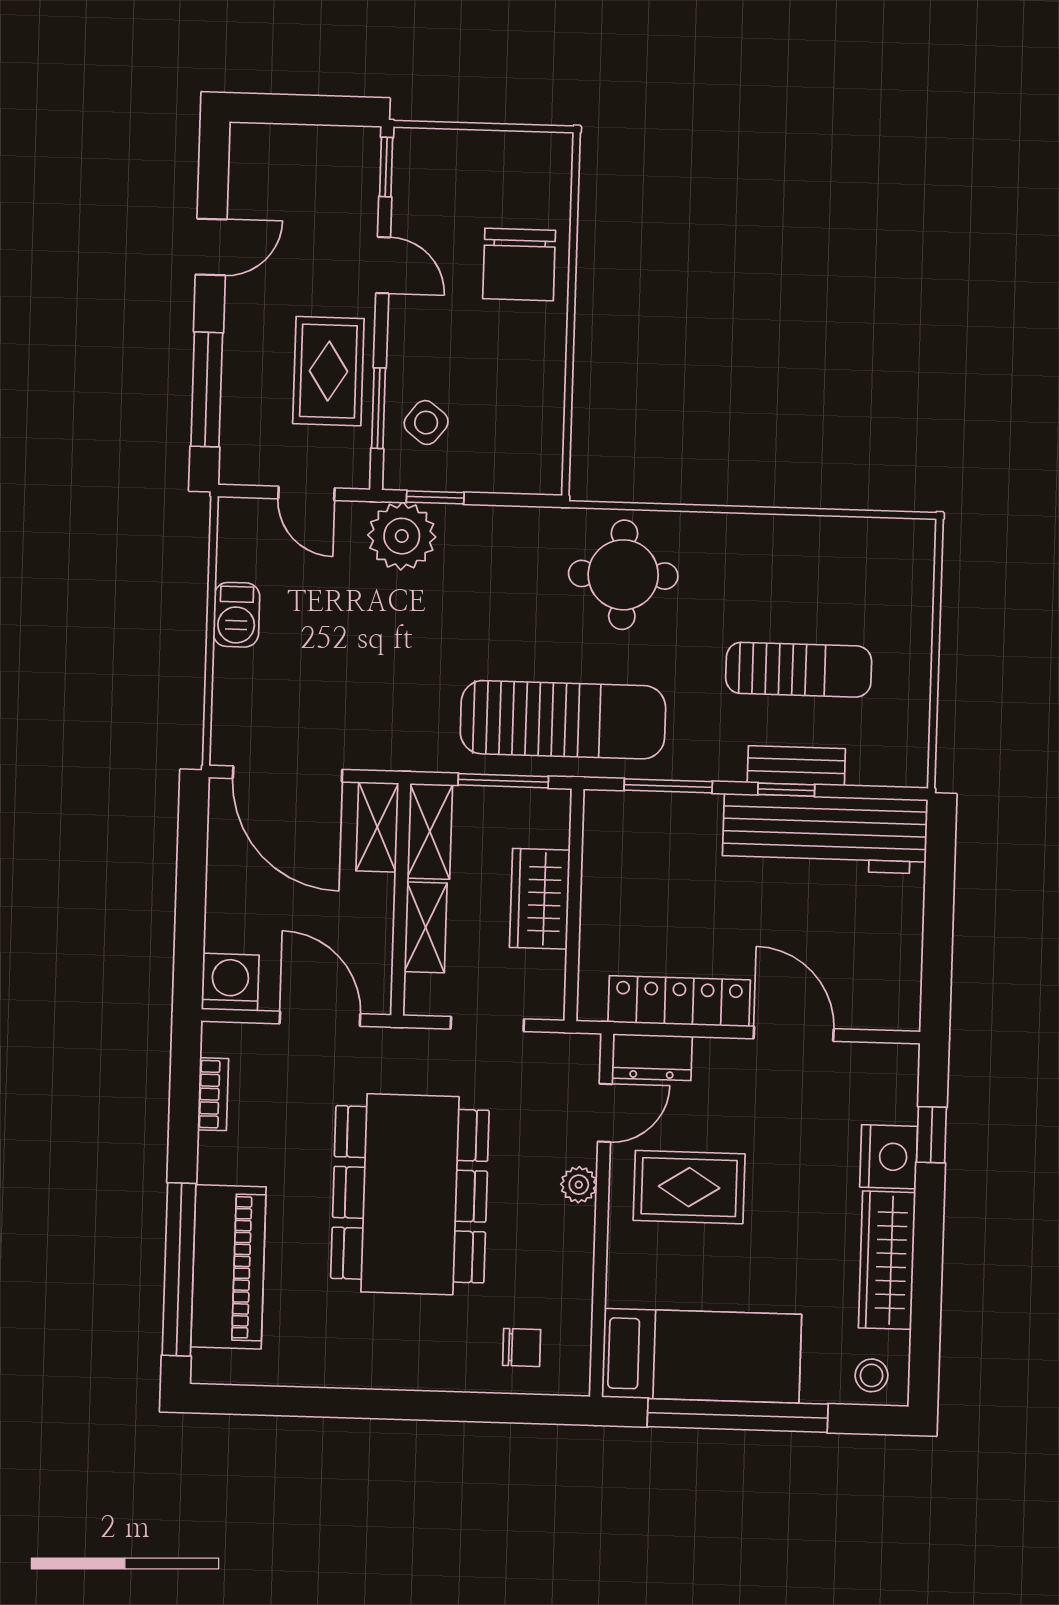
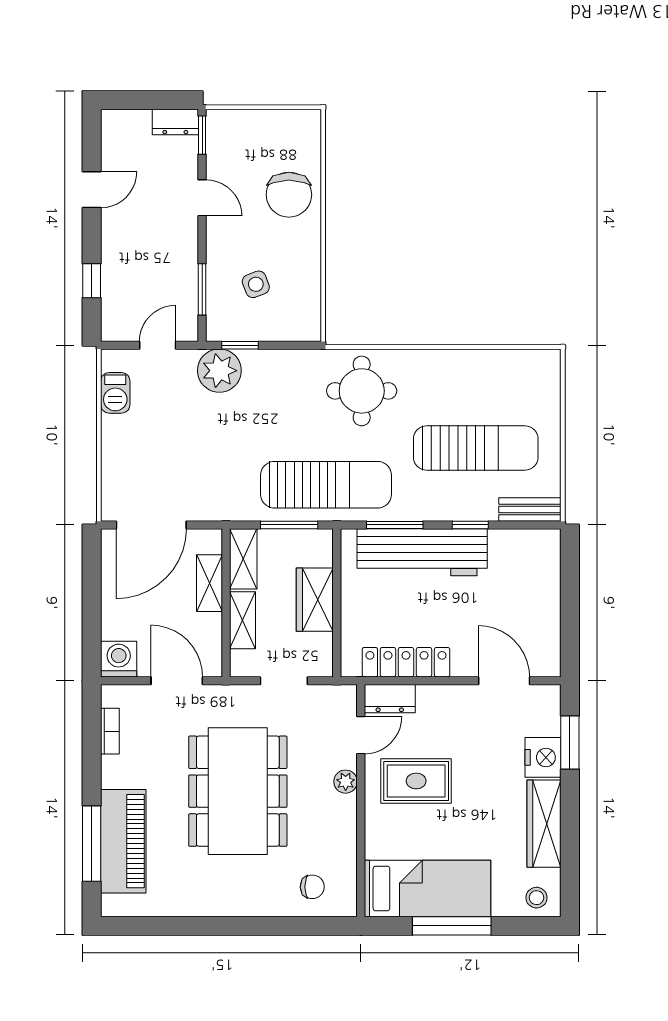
dresser: (345, 145) -> (175, 122), added
rug: (328, 371) -> (169, 267), removed
window: (207, 389) -> (92, 281), width x0.46
side table: (426, 423) -> (256, 284), moved, turned 31
door: (306, 493) -> (158, 345), swing flipped
barbecue: (236, 615) -> (115, 393), moved
sun lounger: (799, 670) -> (476, 448), width x1.36, depth x1.34
bench: (796, 766) -> (530, 509), moved
door: (288, 774) -> (151, 525), hinge flipped
shelving: (377, 827) -> (210, 583), moved
workbench: (825, 834) -> (422, 552), moved
door: (794, 1034) -> (504, 681), moved
window: (931, 1135) -> (570, 743), width x1.50
window: (179, 1269) -> (92, 844), width x0.68
window: (738, 1415) -> (452, 926), width x0.68

